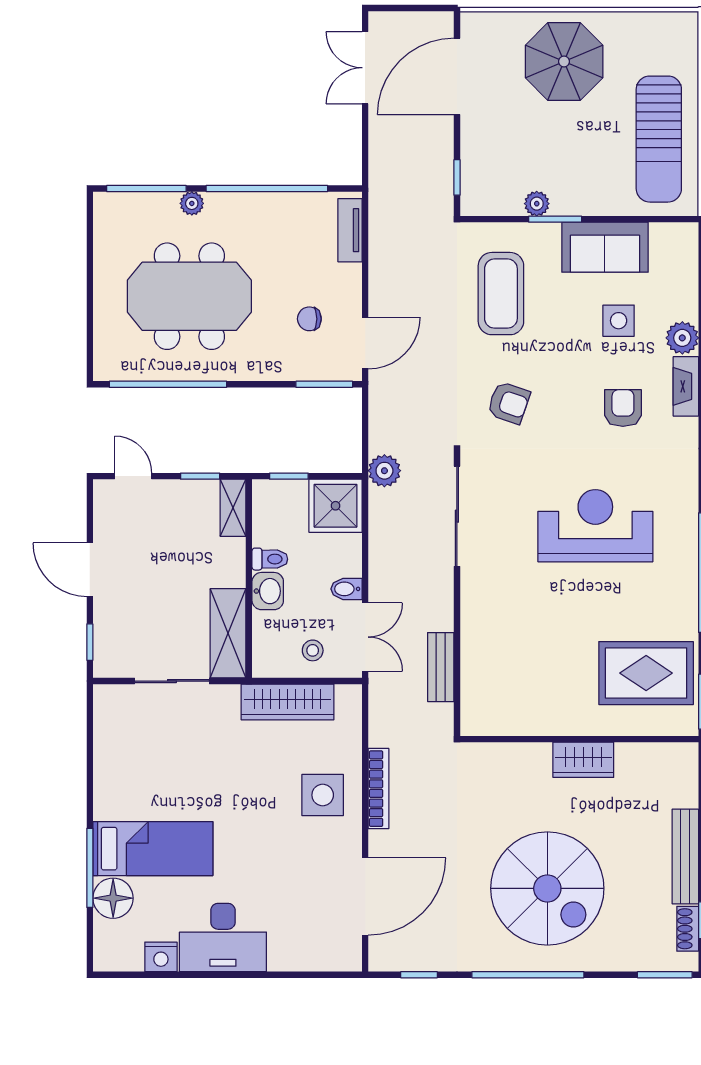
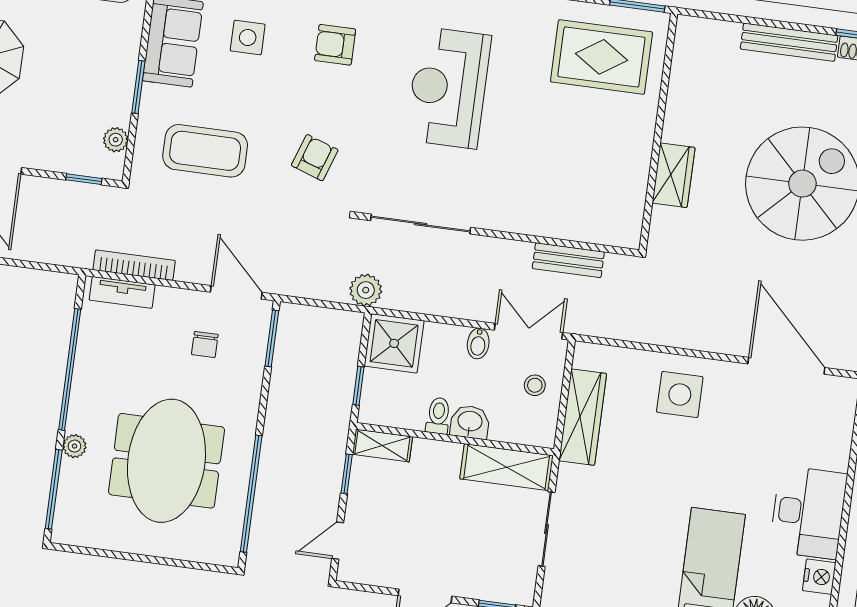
plant: (537, 204) -> (116, 140), moved
rug: (646, 673) -> (601, 57), turned 90
wardrobe: (583, 760) -> (673, 175), moved
bookcase: (379, 789) -> (134, 265), moved

